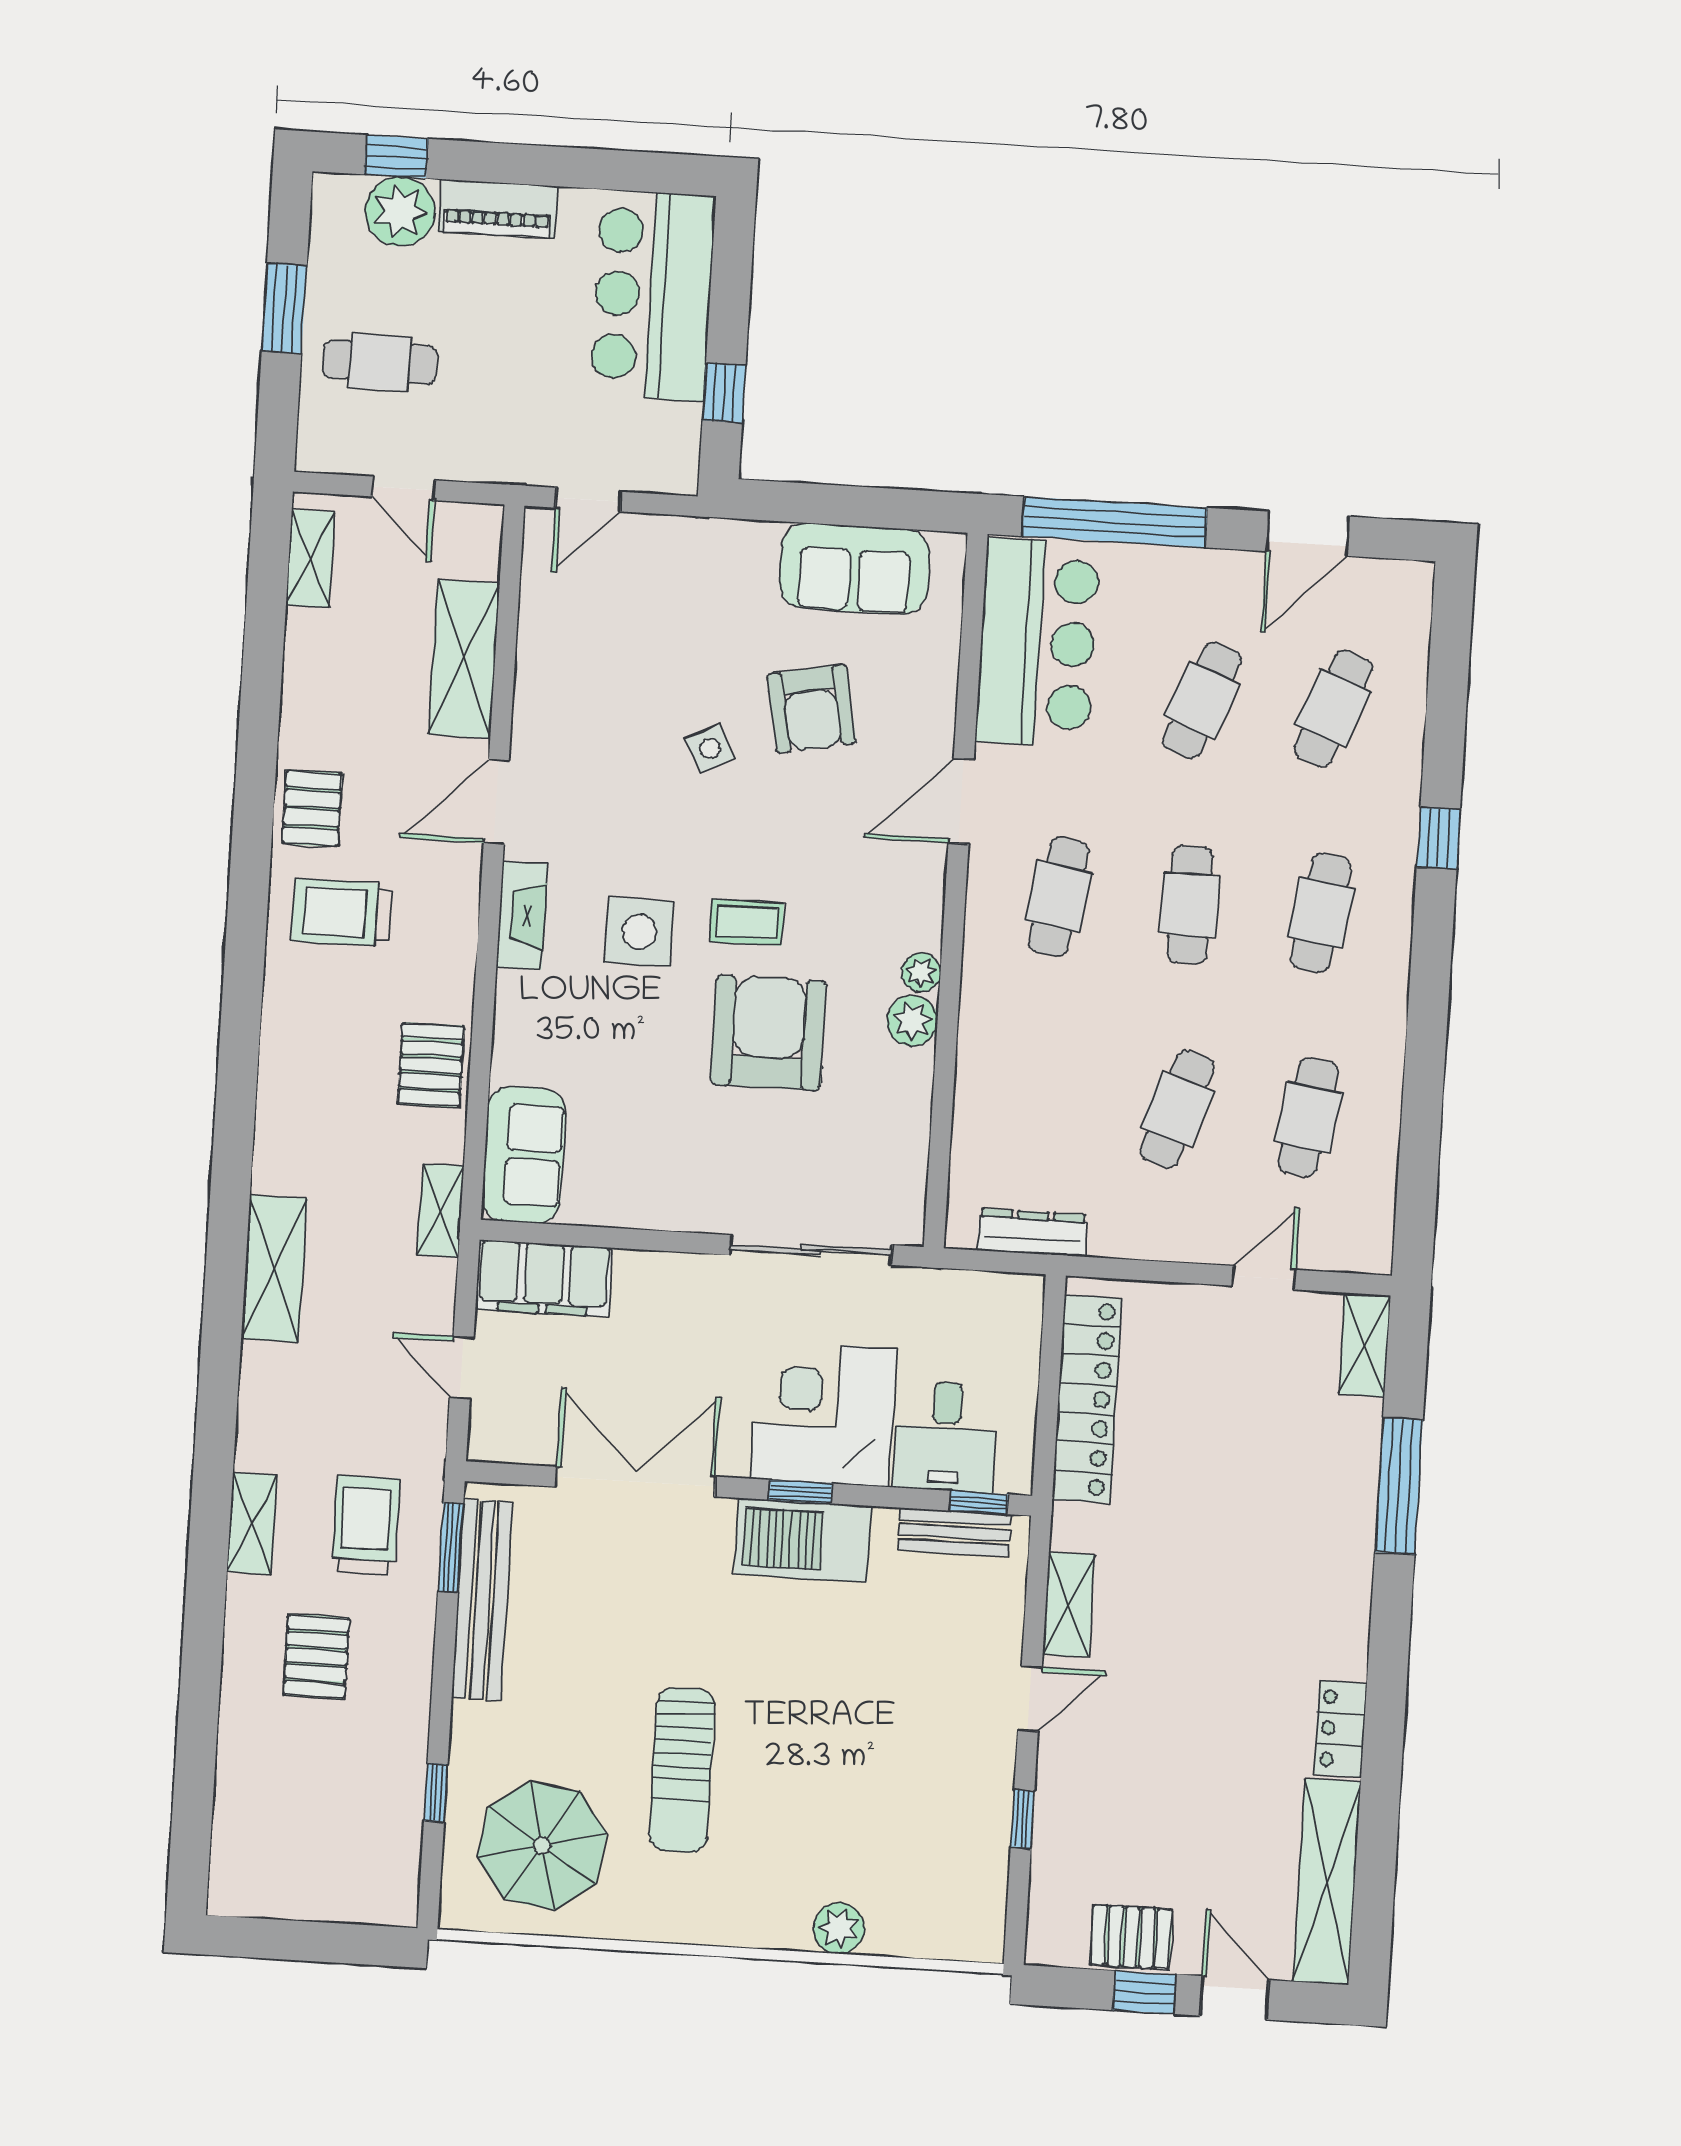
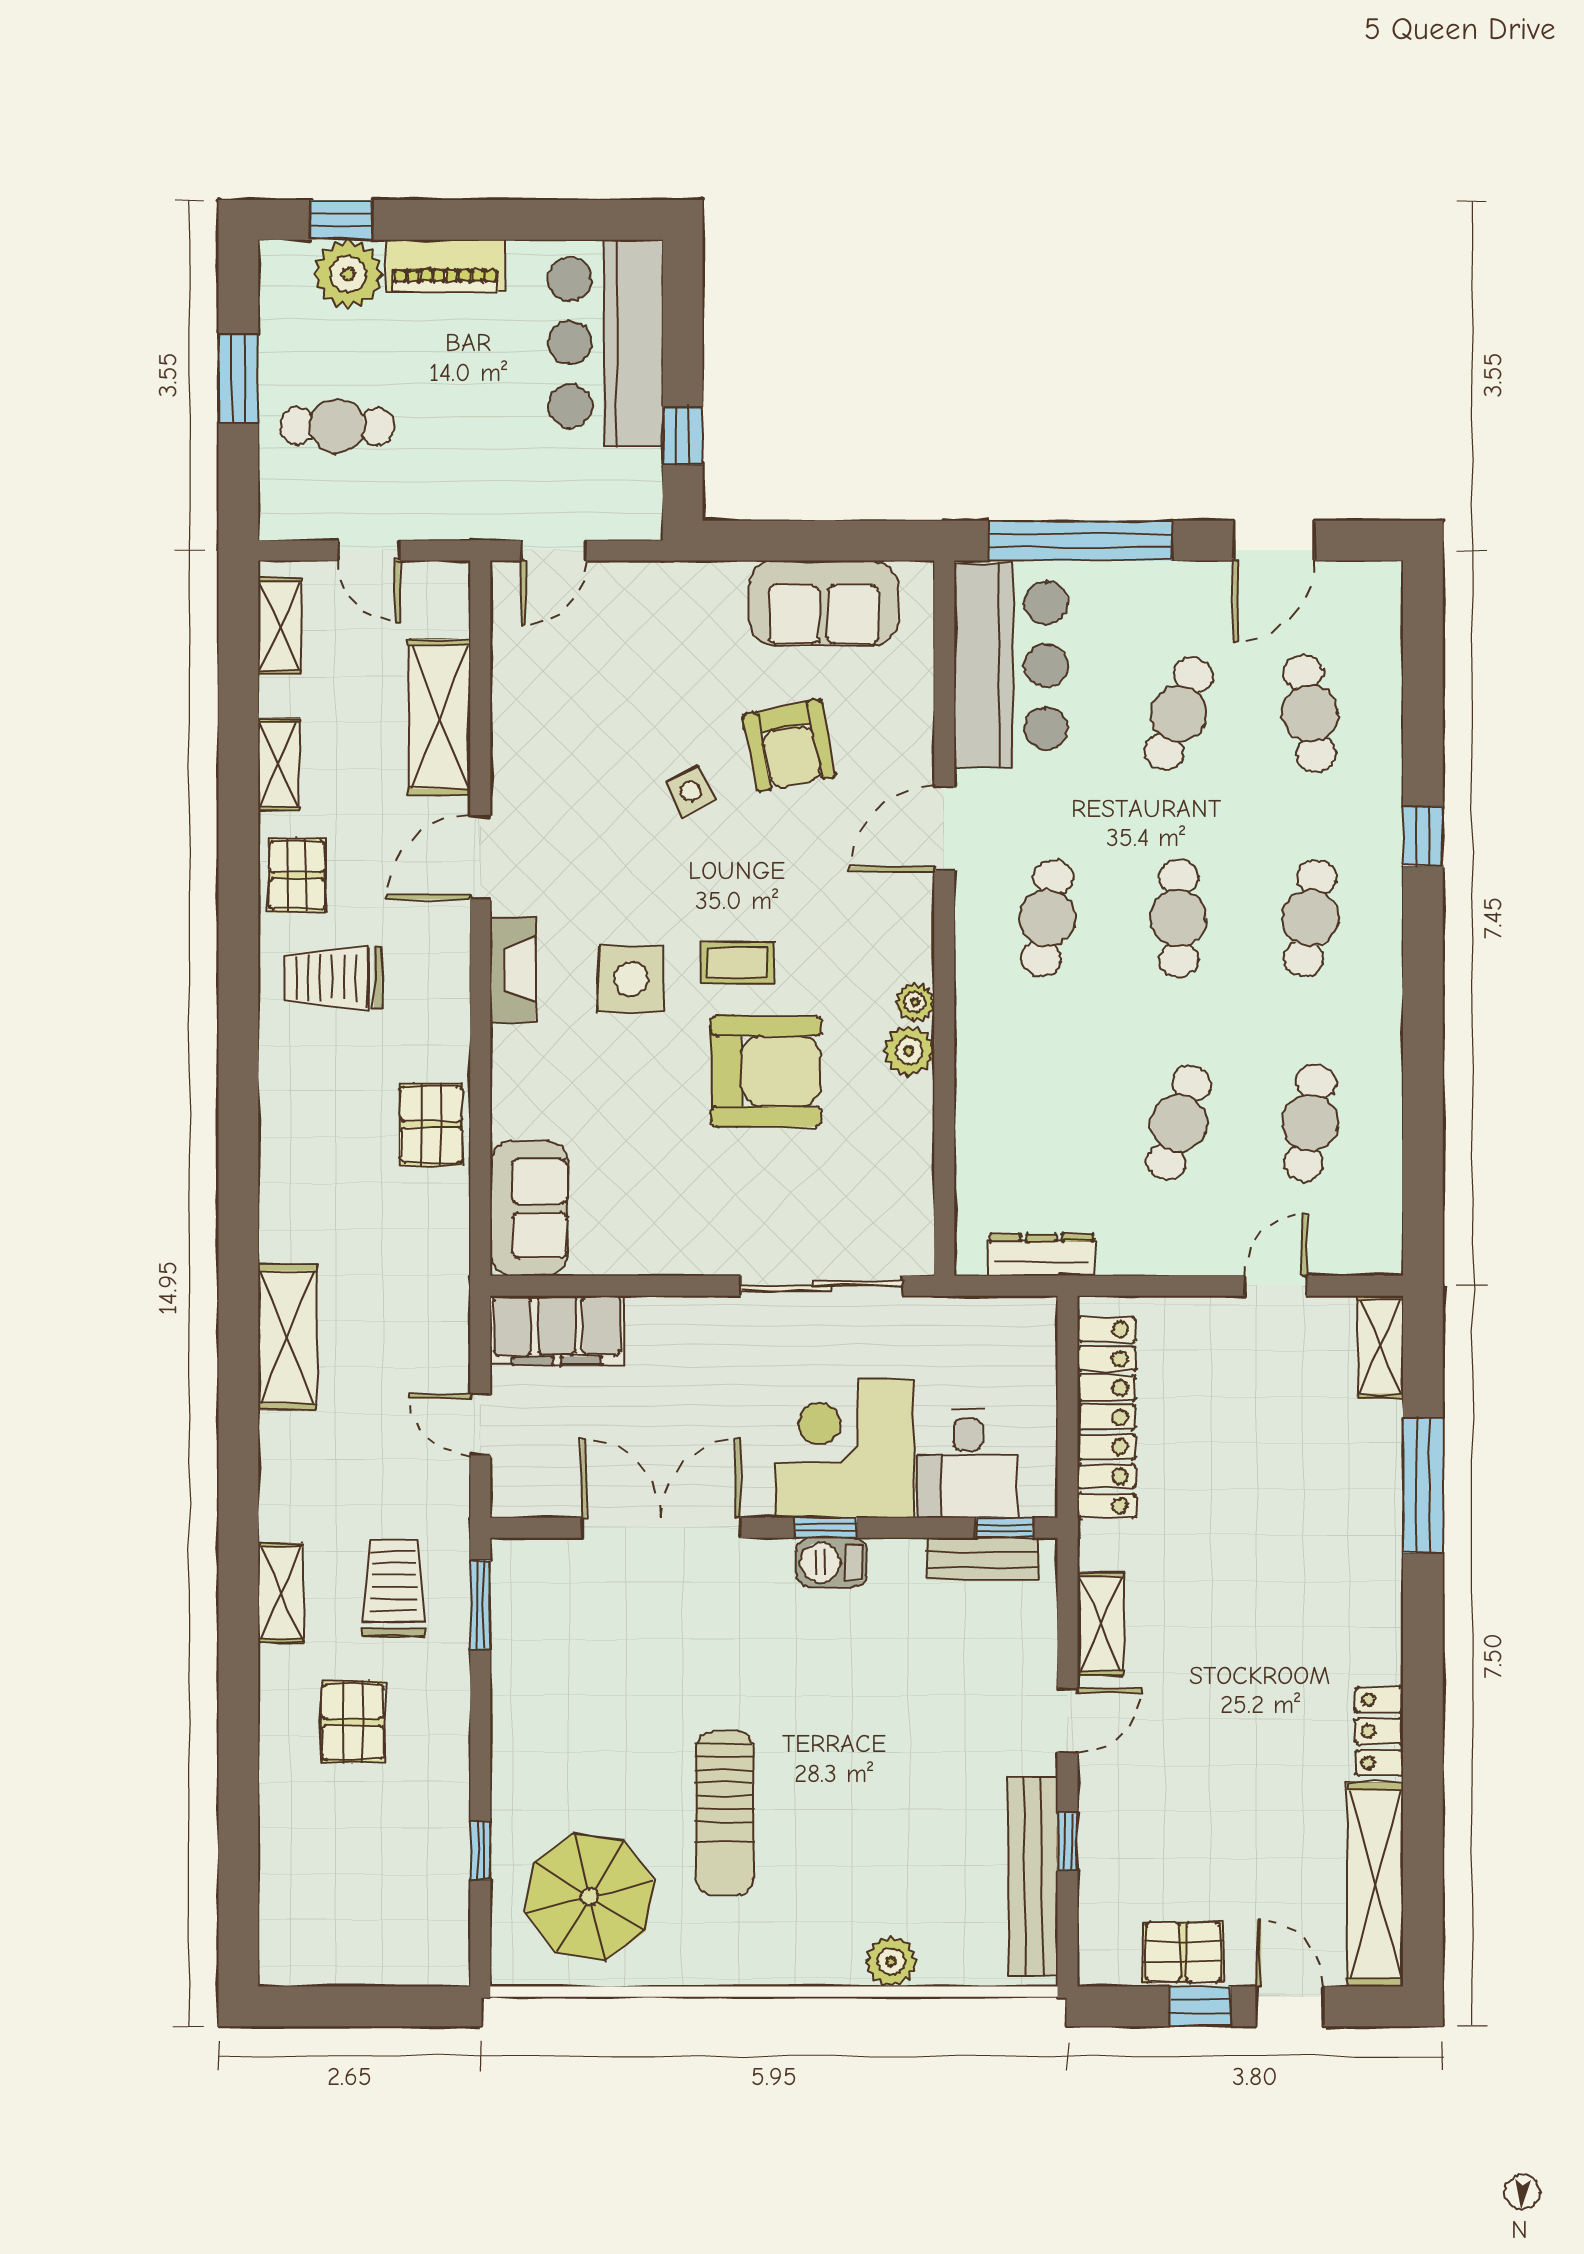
cafe table: (1333, 709) -> (1310, 714), turned -30
armchair: (768, 1033) -> (766, 1071), turned 90
shelving: (441, 1211) -> (279, 765), moved
barbecue: (803, 1540) -> (831, 1563), width x0.53, depth x0.65
bench: (482, 1600) -> (1033, 1876), moved

